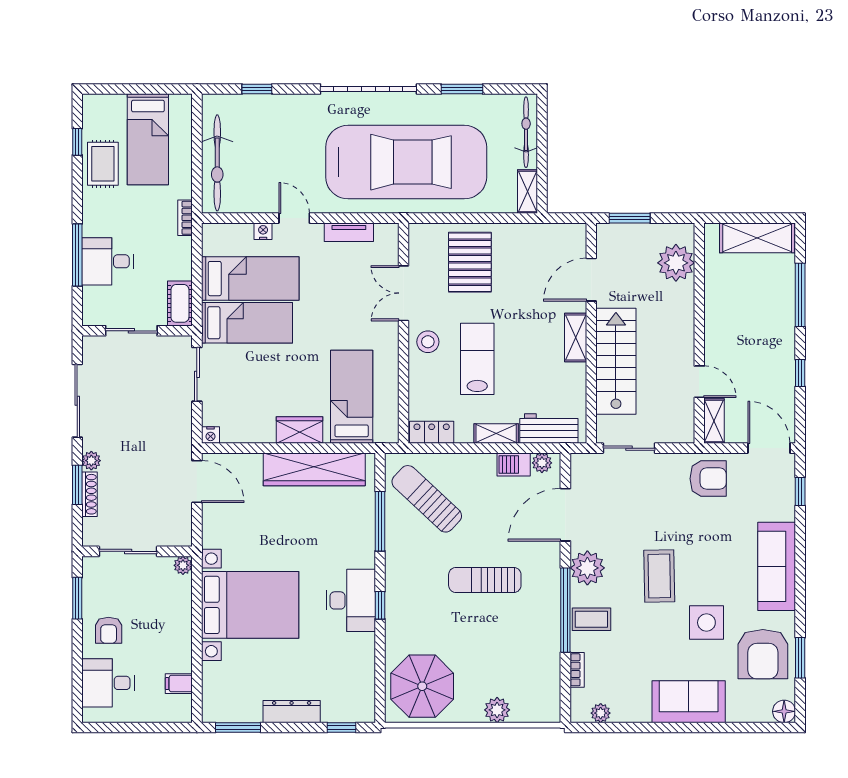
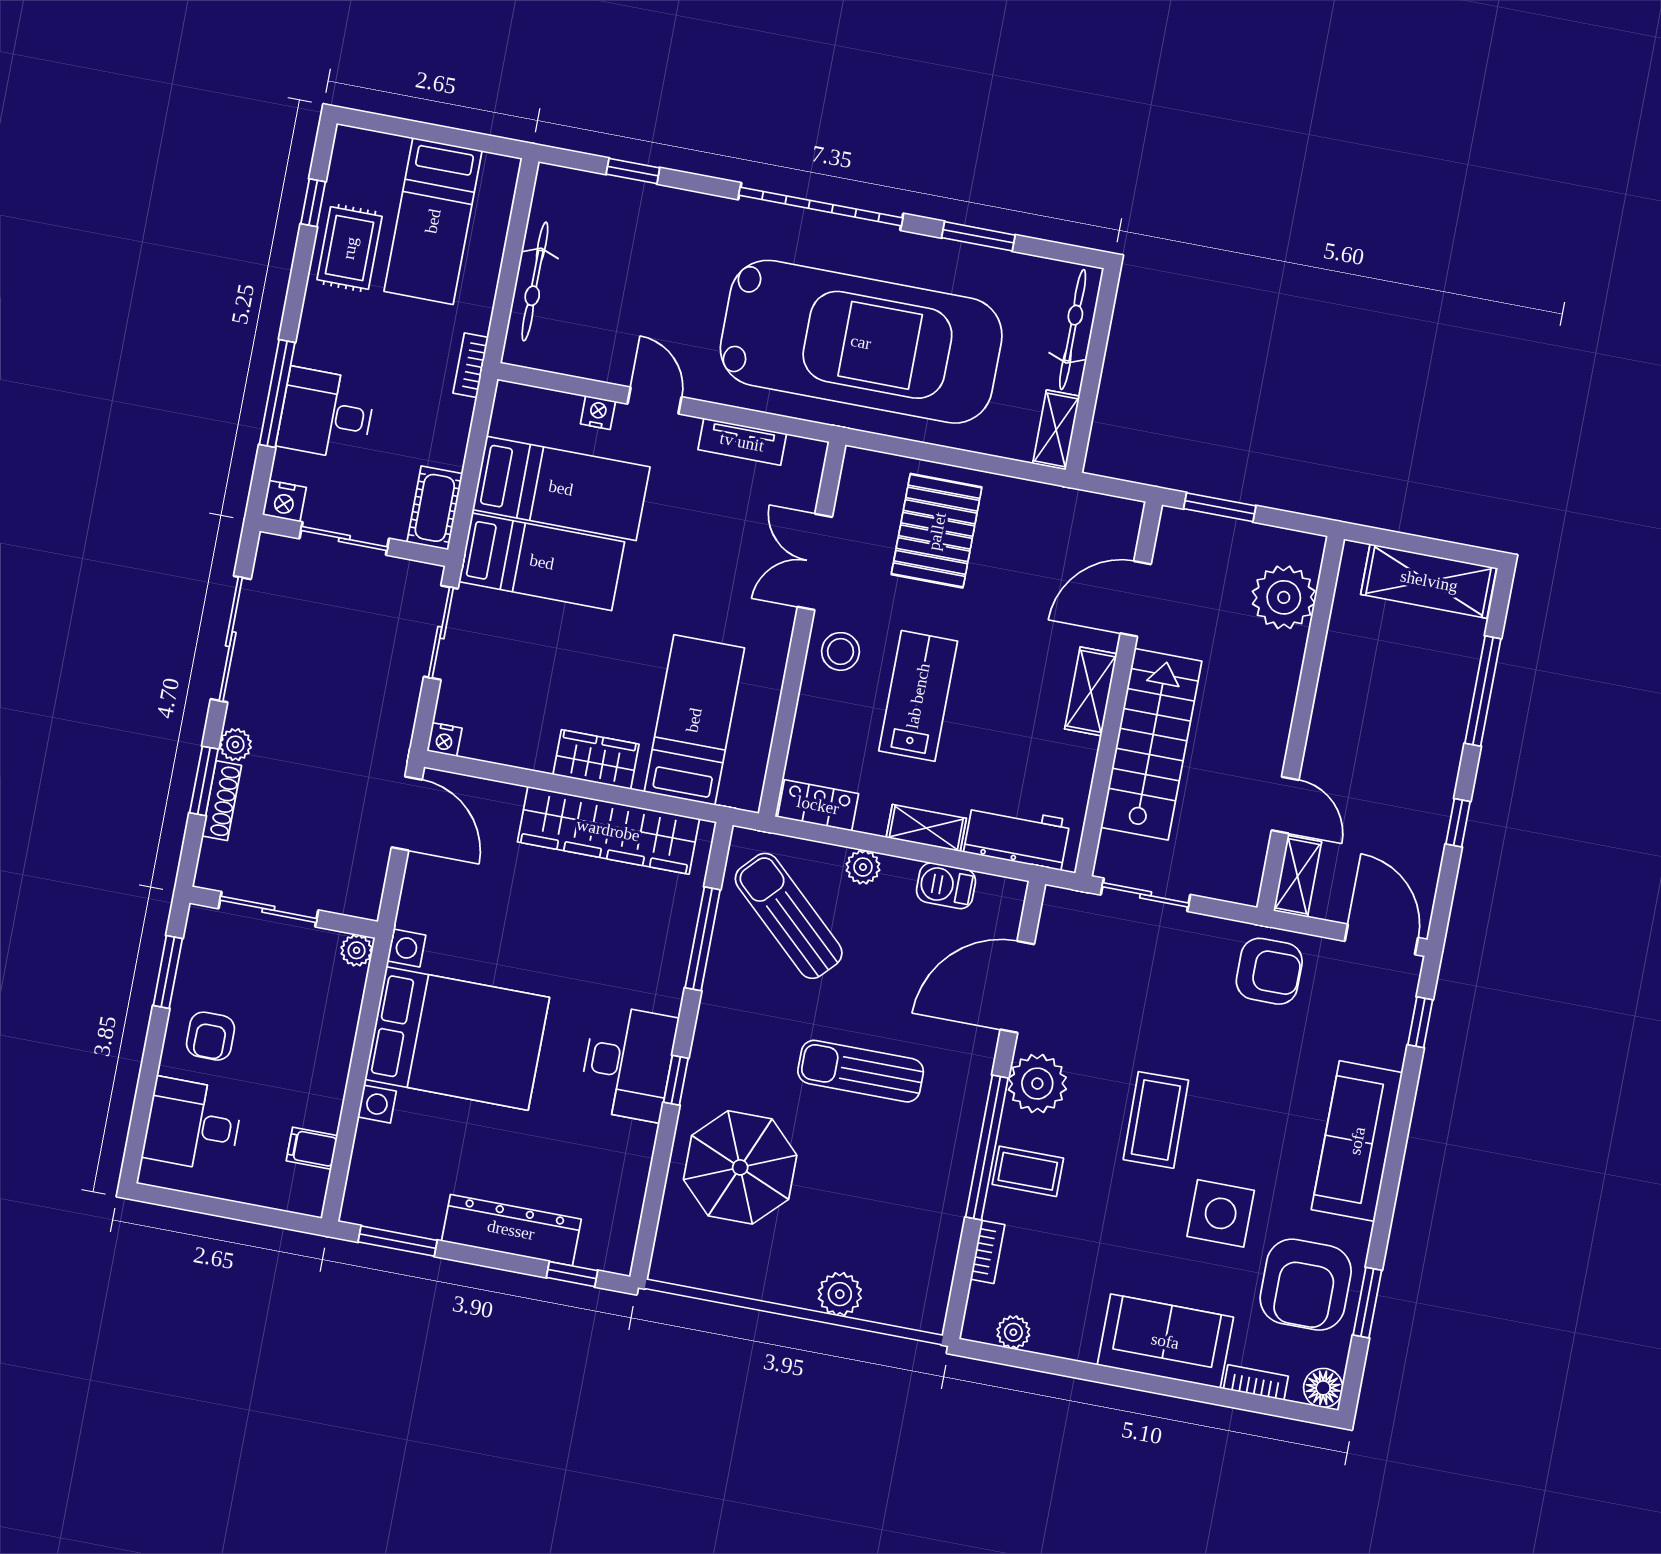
bicycle: (217, 163) -> (535, 281), width x0.73, depth x0.71
nightstand: (93, 316) -> (284, 501), added
plant: (542, 463) -> (863, 867), moved
parasol: (422, 686) -> (740, 1167), moved
dresser: (292, 712) -> (511, 1230), width x1.37, depth x1.24
bookcase: (745, 716) -> (1256, 1383), added

